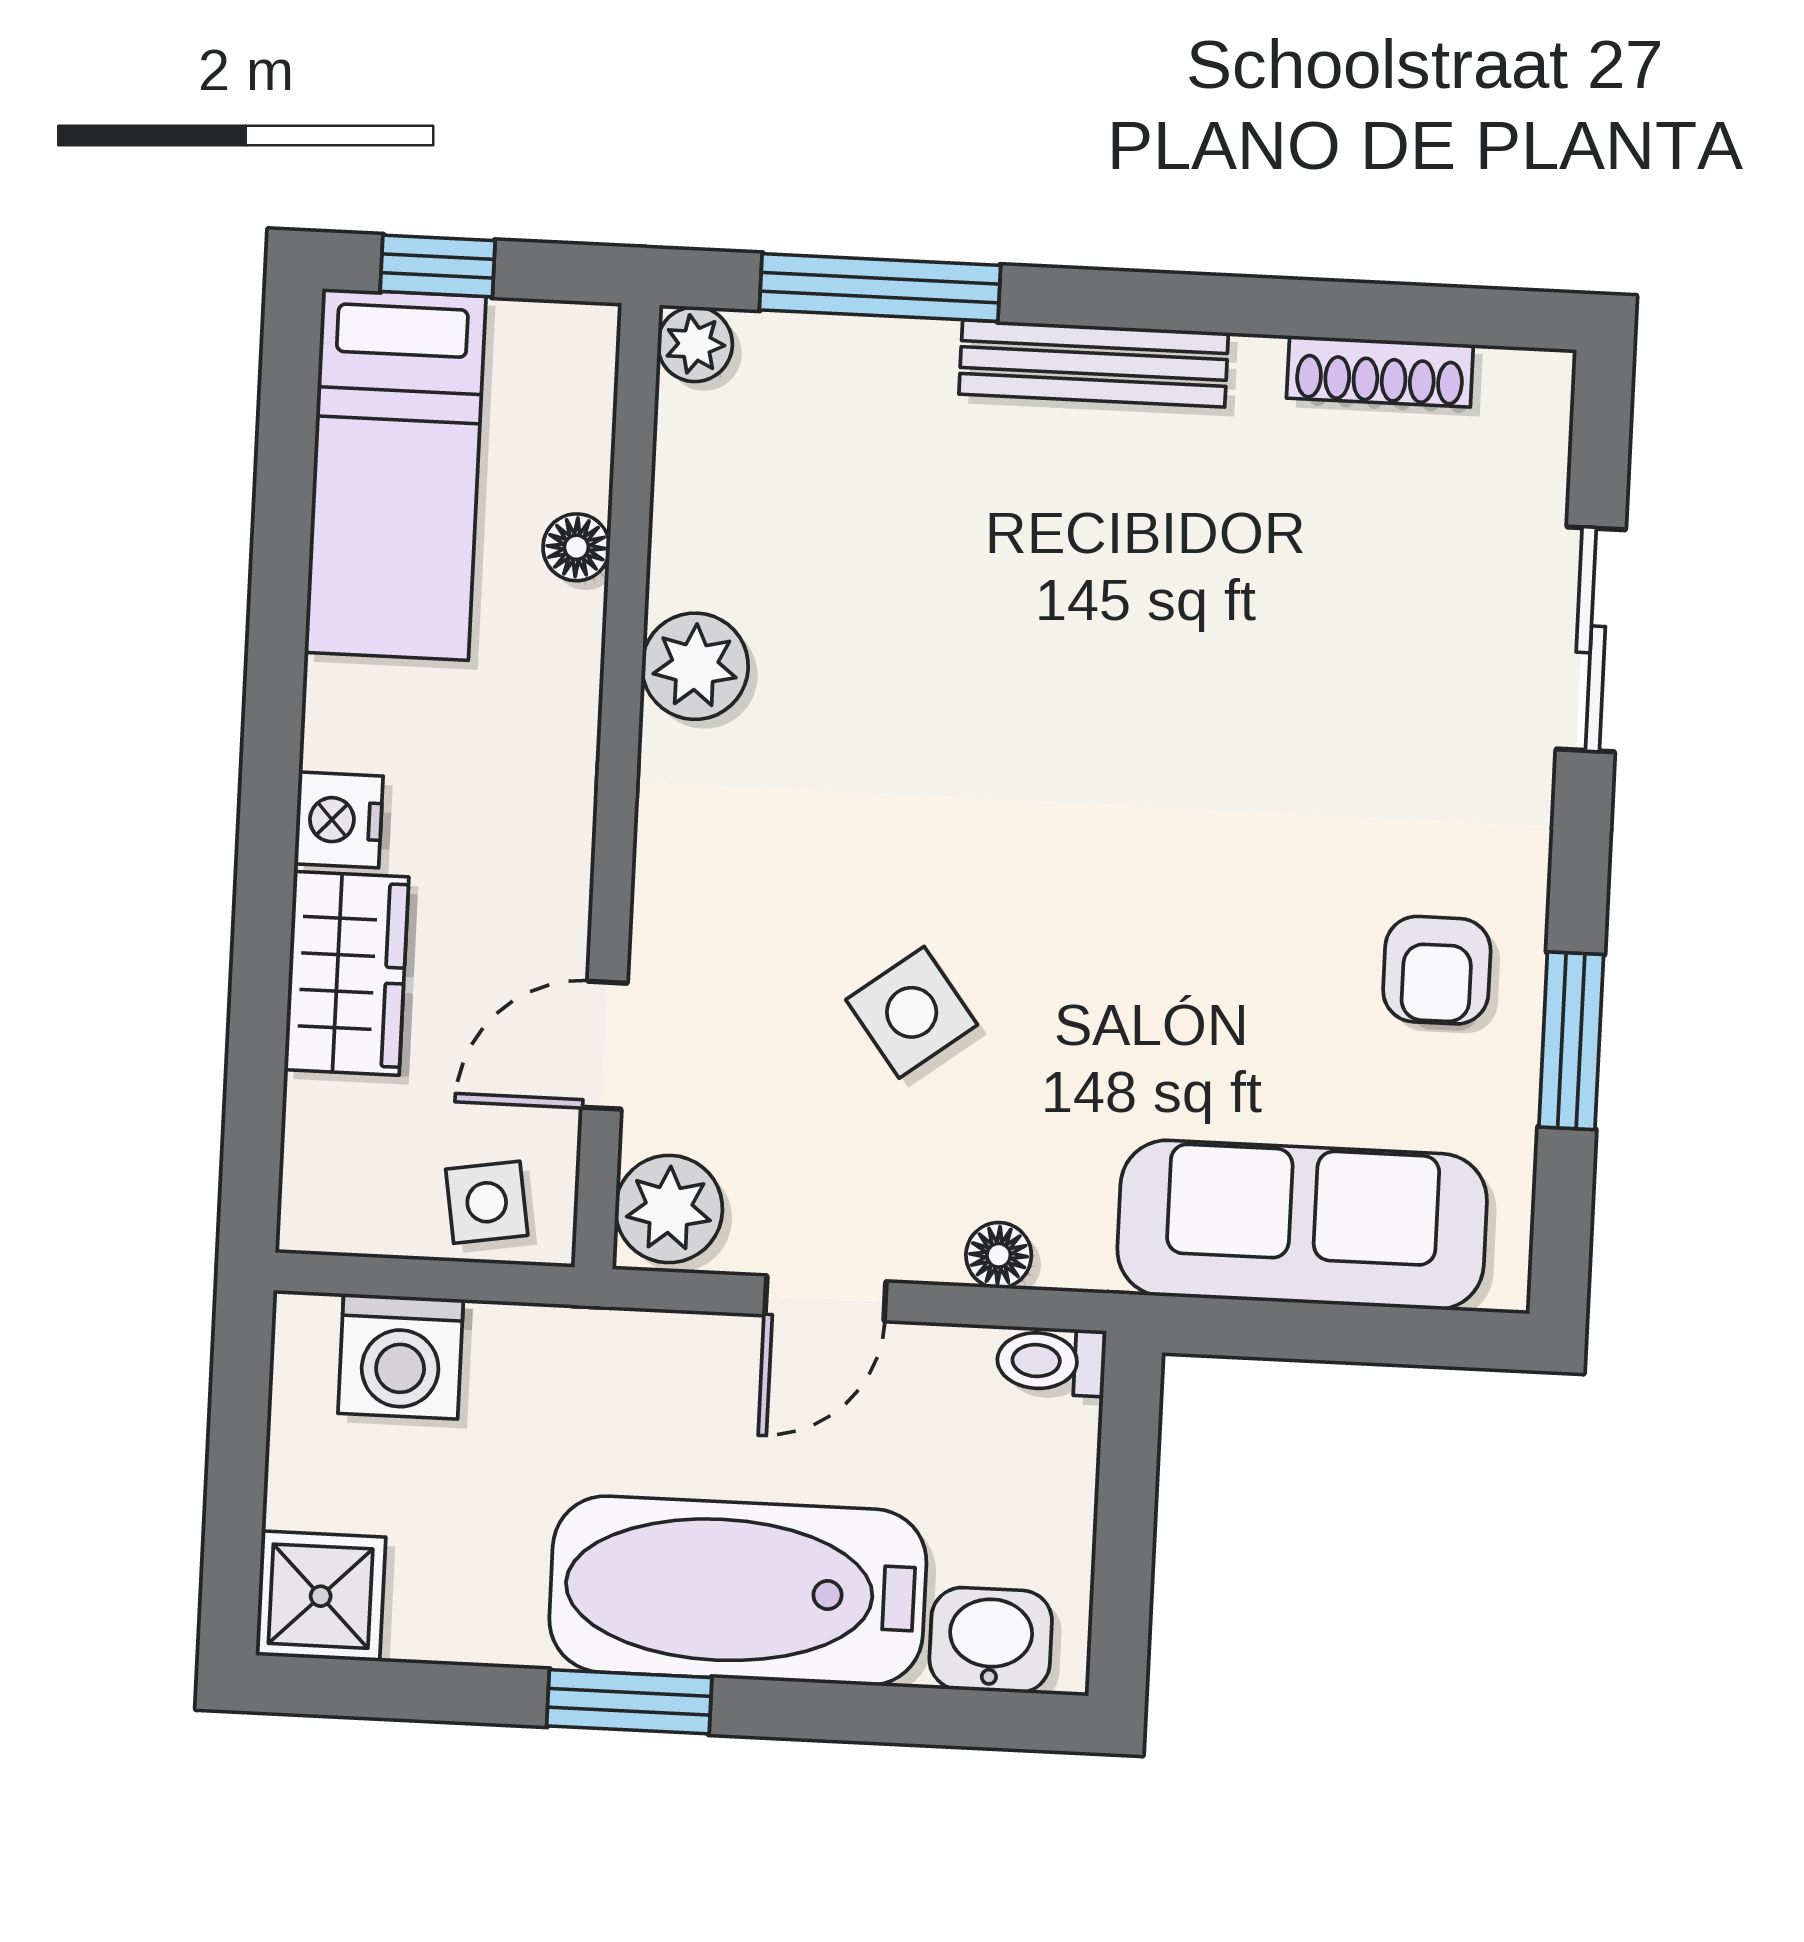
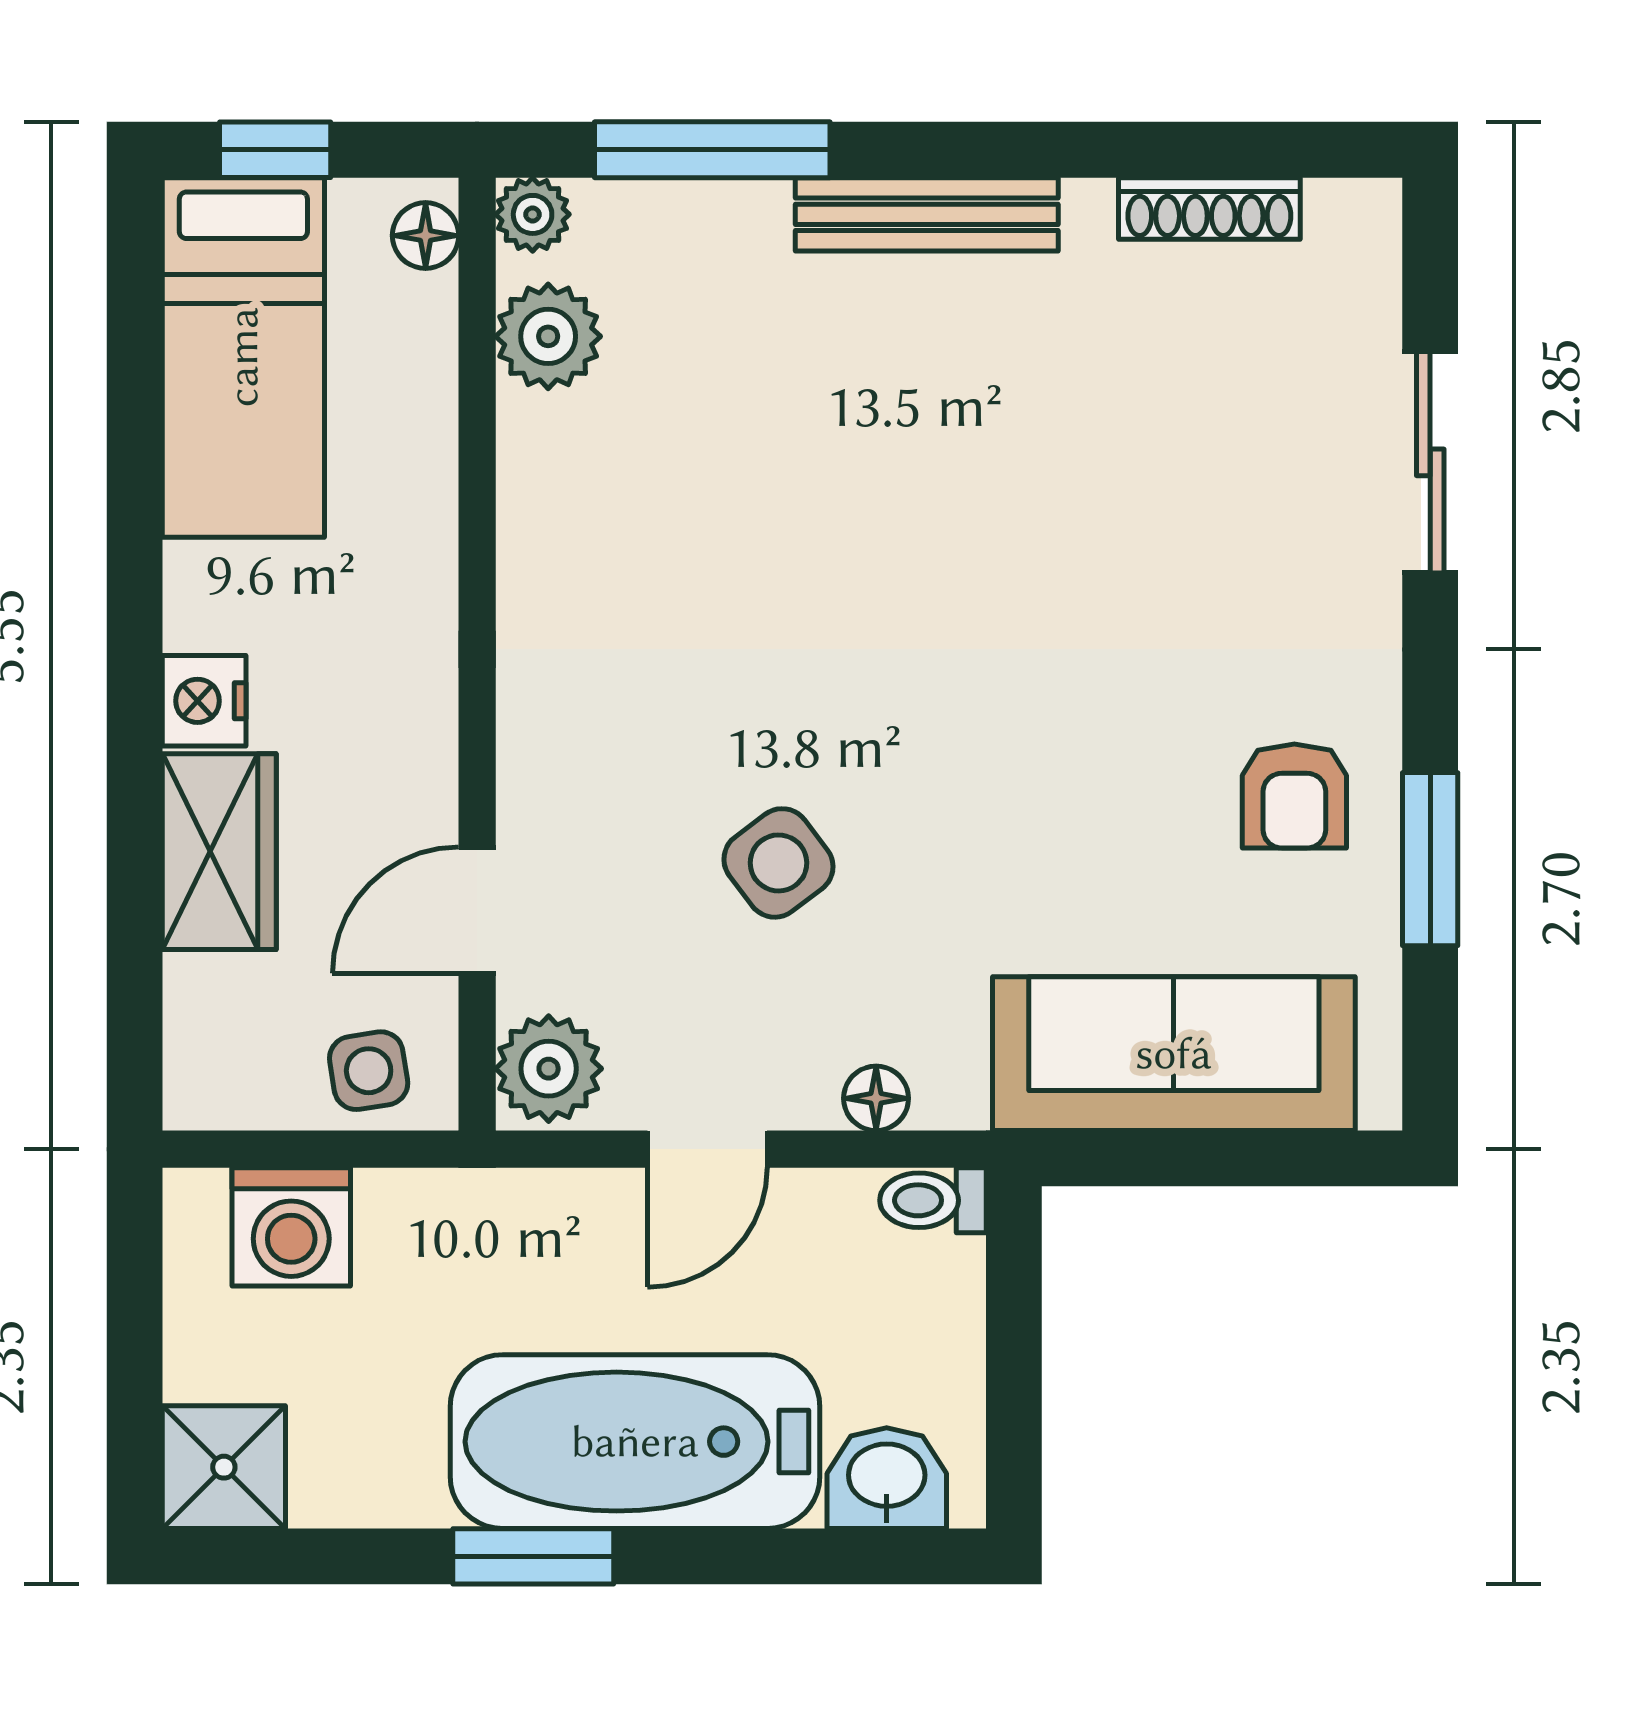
floor lamp: (576, 547) -> (426, 236), moved
plant: (695, 666) -> (548, 336), moved

